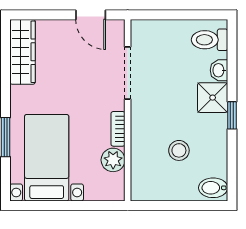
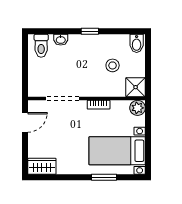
wardrobe: (23, 52) -> (42, 166), width x0.67
shower: (213, 98) -> (136, 87), moved
plant: (113, 160) -> (138, 108), moved

